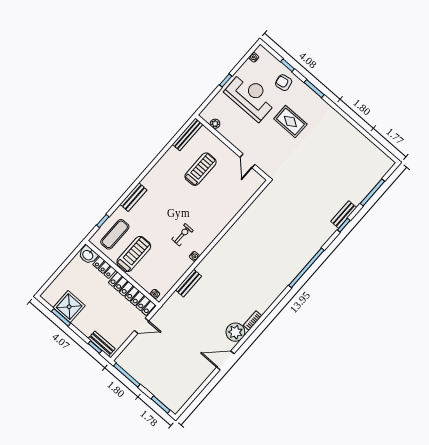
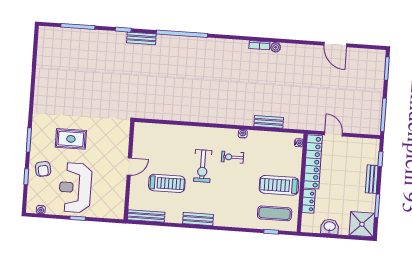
rug: (290, 122) -> (71, 139), turned 90
plant: (215, 124) -> (120, 200), removed
door: (247, 161) -> (129, 166), moved
treadmill: (201, 169) -> (167, 183), turned 180
bench: (133, 197) -> (198, 219), moved
exercise bike: (193, 207) -> (203, 166), added
bench: (344, 214) -> (141, 38), moved
washbasin: (88, 255) -> (330, 227), moved, turned -90
shower: (69, 307) -> (362, 224), moved
plant: (235, 332) -> (276, 47), width x0.53, depth x0.53
bench: (102, 344) -> (372, 179), moved
door: (225, 360) -> (335, 44), moved

